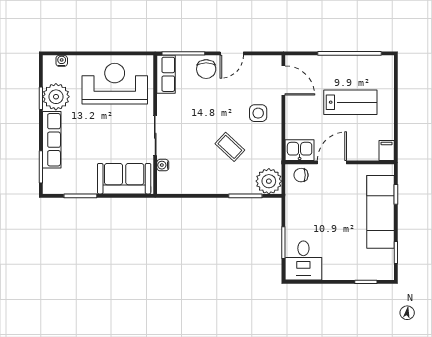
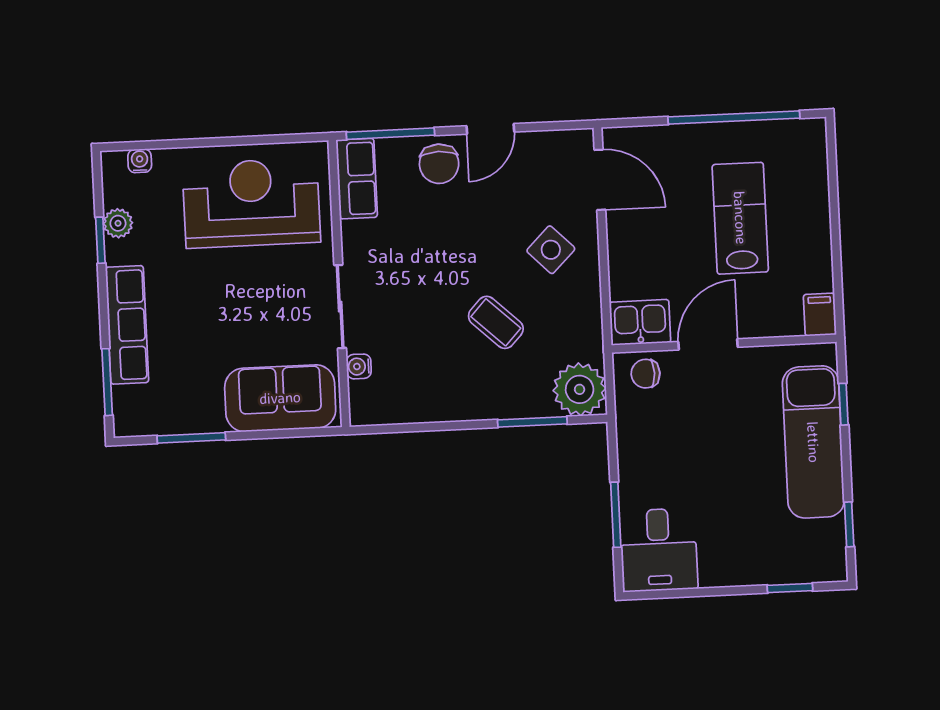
plant: (56, 97) -> (118, 223), width x0.53, depth x0.53
lab bench: (350, 102) -> (740, 218), turned -90
side table: (258, 113) -> (551, 250), turned 45

